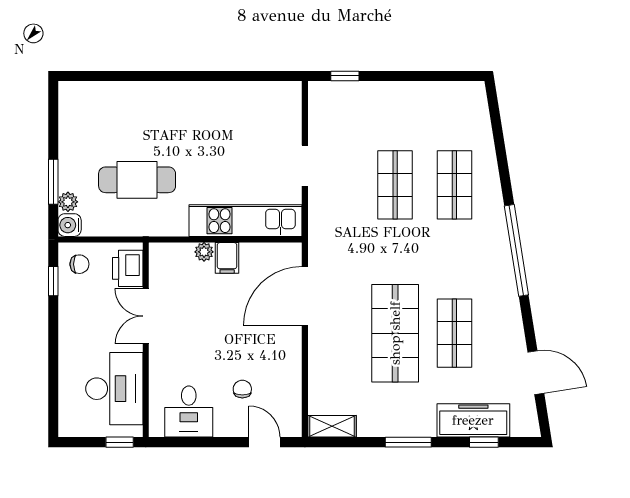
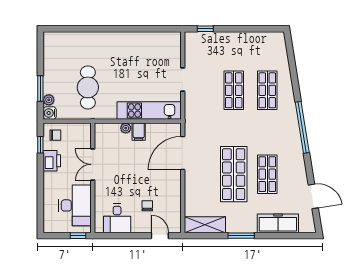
cafe table: (137, 180) -> (88, 87), turned 90
printer: (128, 268) -> (52, 161), moved, turned 180
shelving: (332, 426) -> (205, 225), width x1.50, depth x1.33
window: (484, 442) -> (284, 236), removed

